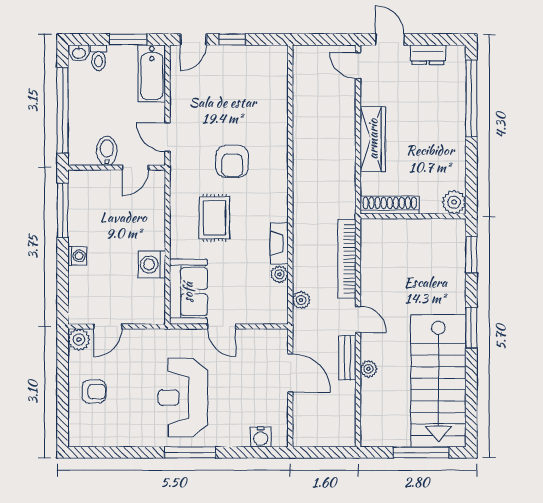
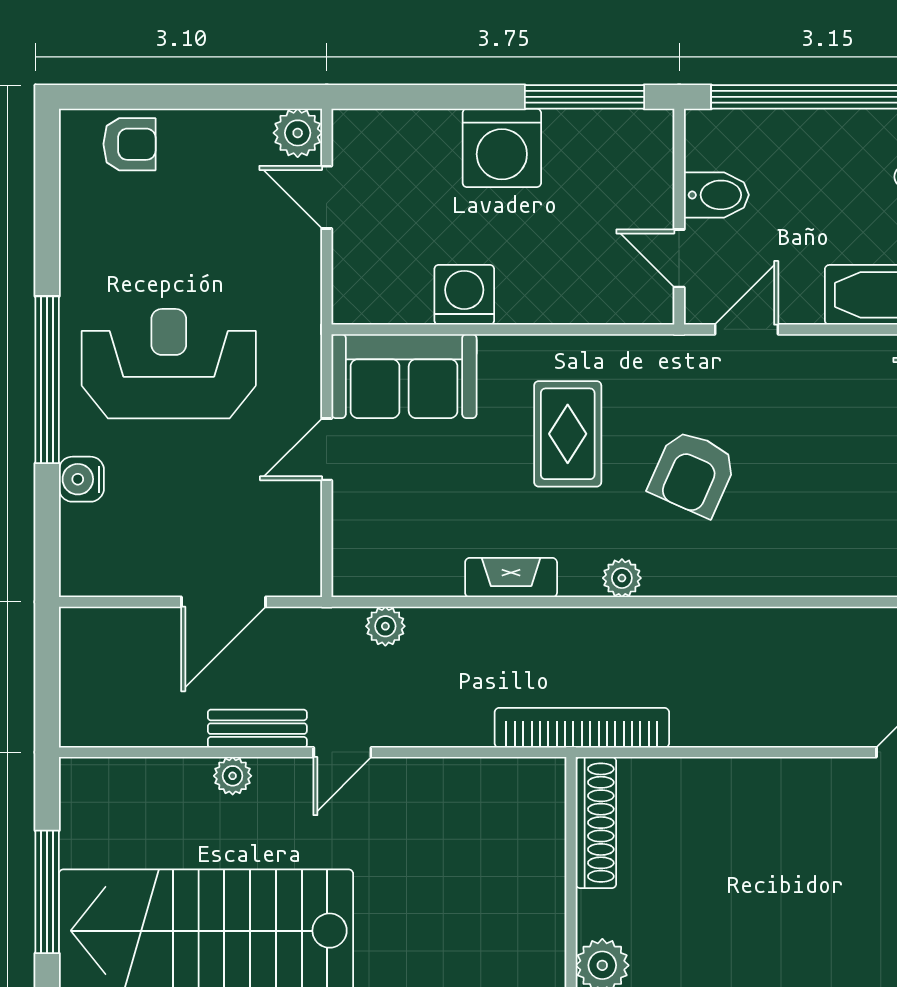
wardrobe: (373, 139) -> (743, 785), removed
armchair: (232, 161) -> (693, 473), turned -66
rug: (214, 218) -> (568, 434), turned 90
washing machine: (77, 256) -> (502, 148), width x1.89, depth x1.89
bookcase: (347, 259) -> (582, 728), moved
plant: (279, 274) -> (622, 578), moved
armchair: (94, 392) -> (130, 144), moved, turned -90
water cooler: (261, 437) -> (81, 479), moved
window: (190, 452) -> (47, 380), width x1.46

